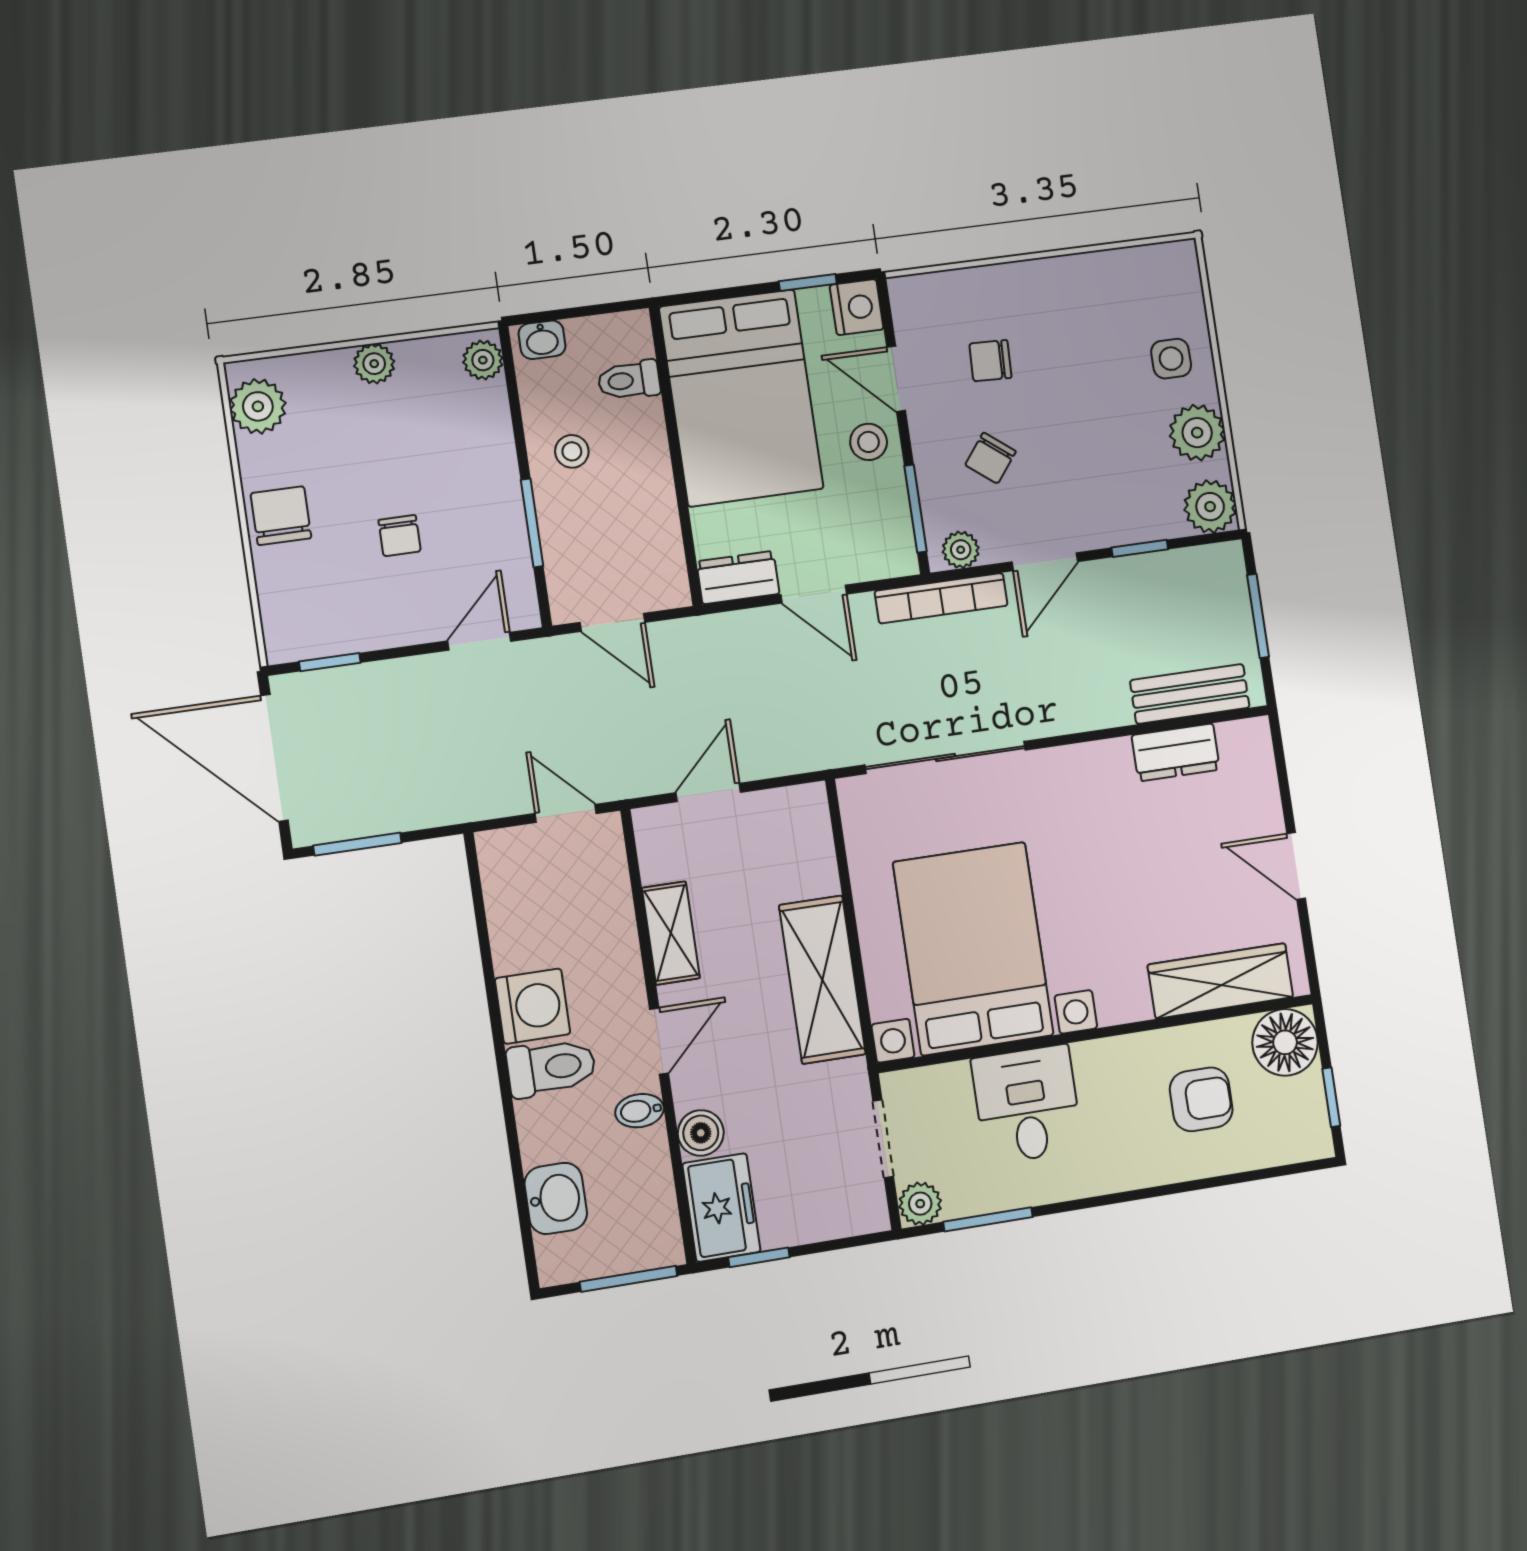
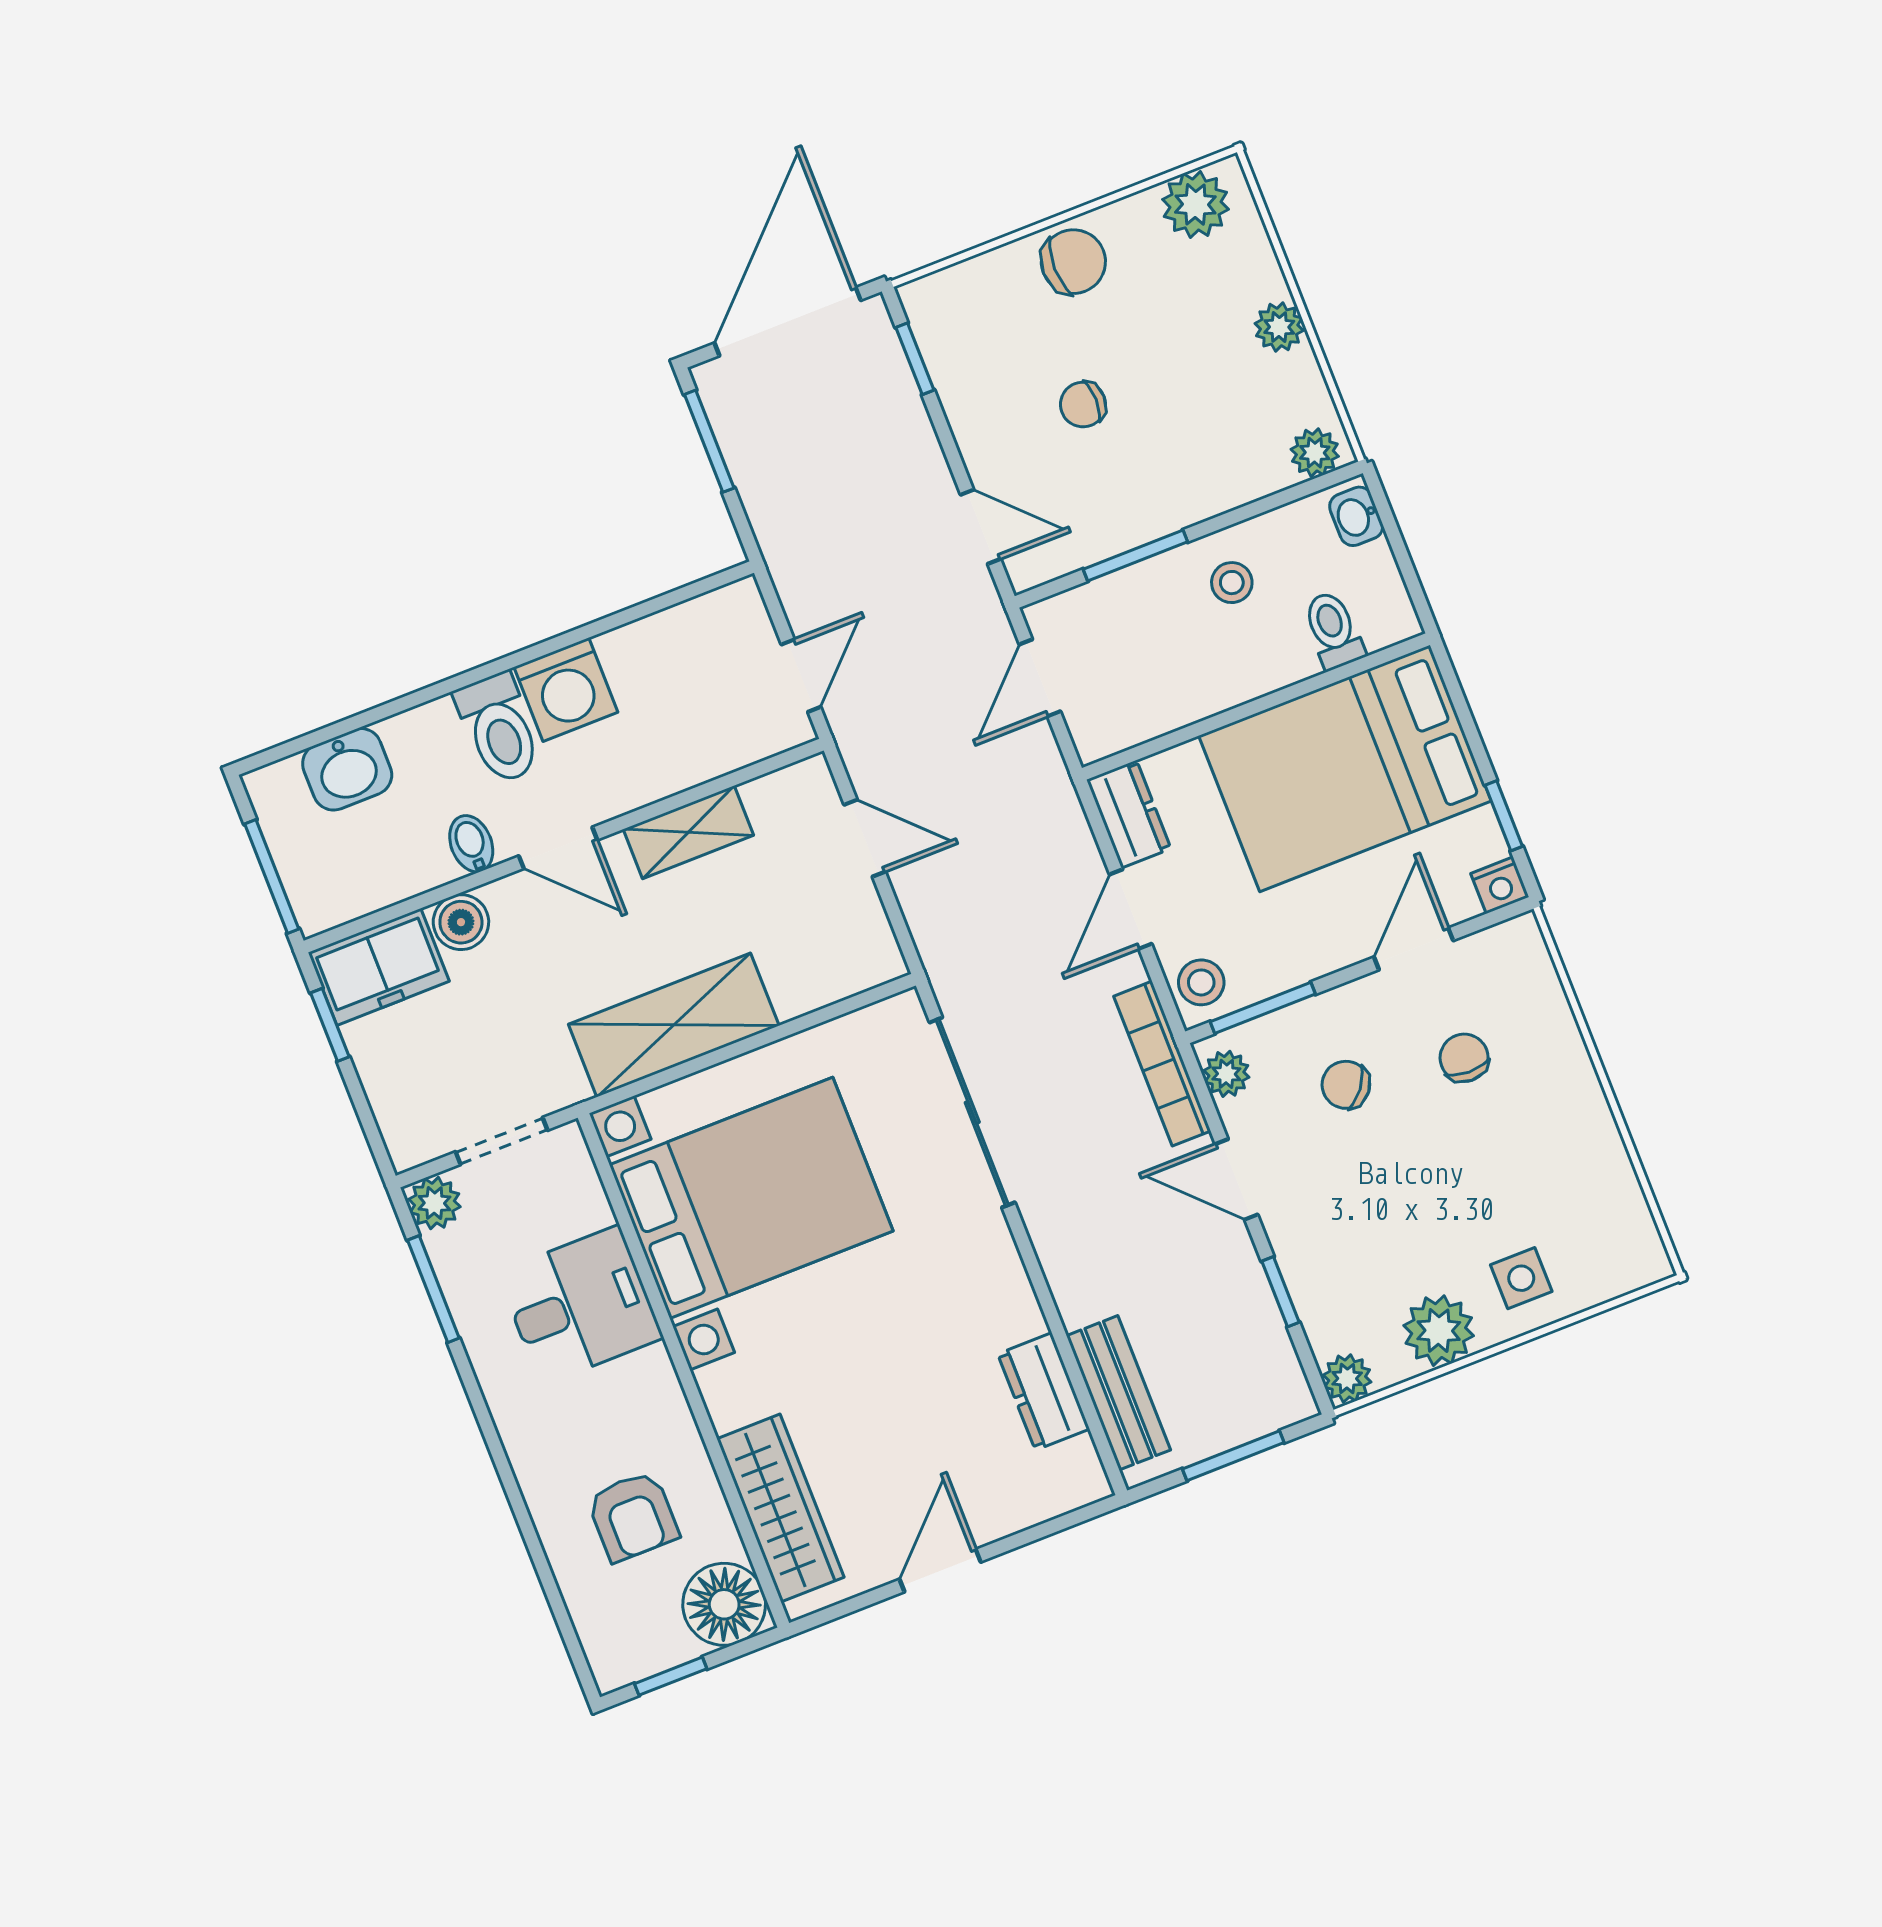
nightstand: (857, 307) -> (1500, 885), width x0.72, depth x0.74
stool: (869, 442) -> (1201, 982), moved
plant: (1210, 507) -> (1347, 1378), width x0.73, depth x0.73

